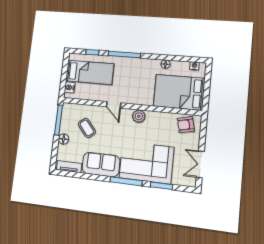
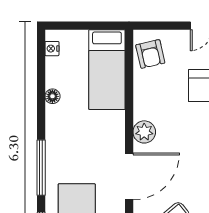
bed: (179, 92) -> (107, 70), width x0.67
door: (114, 105) -> (129, 176), width x1.87

